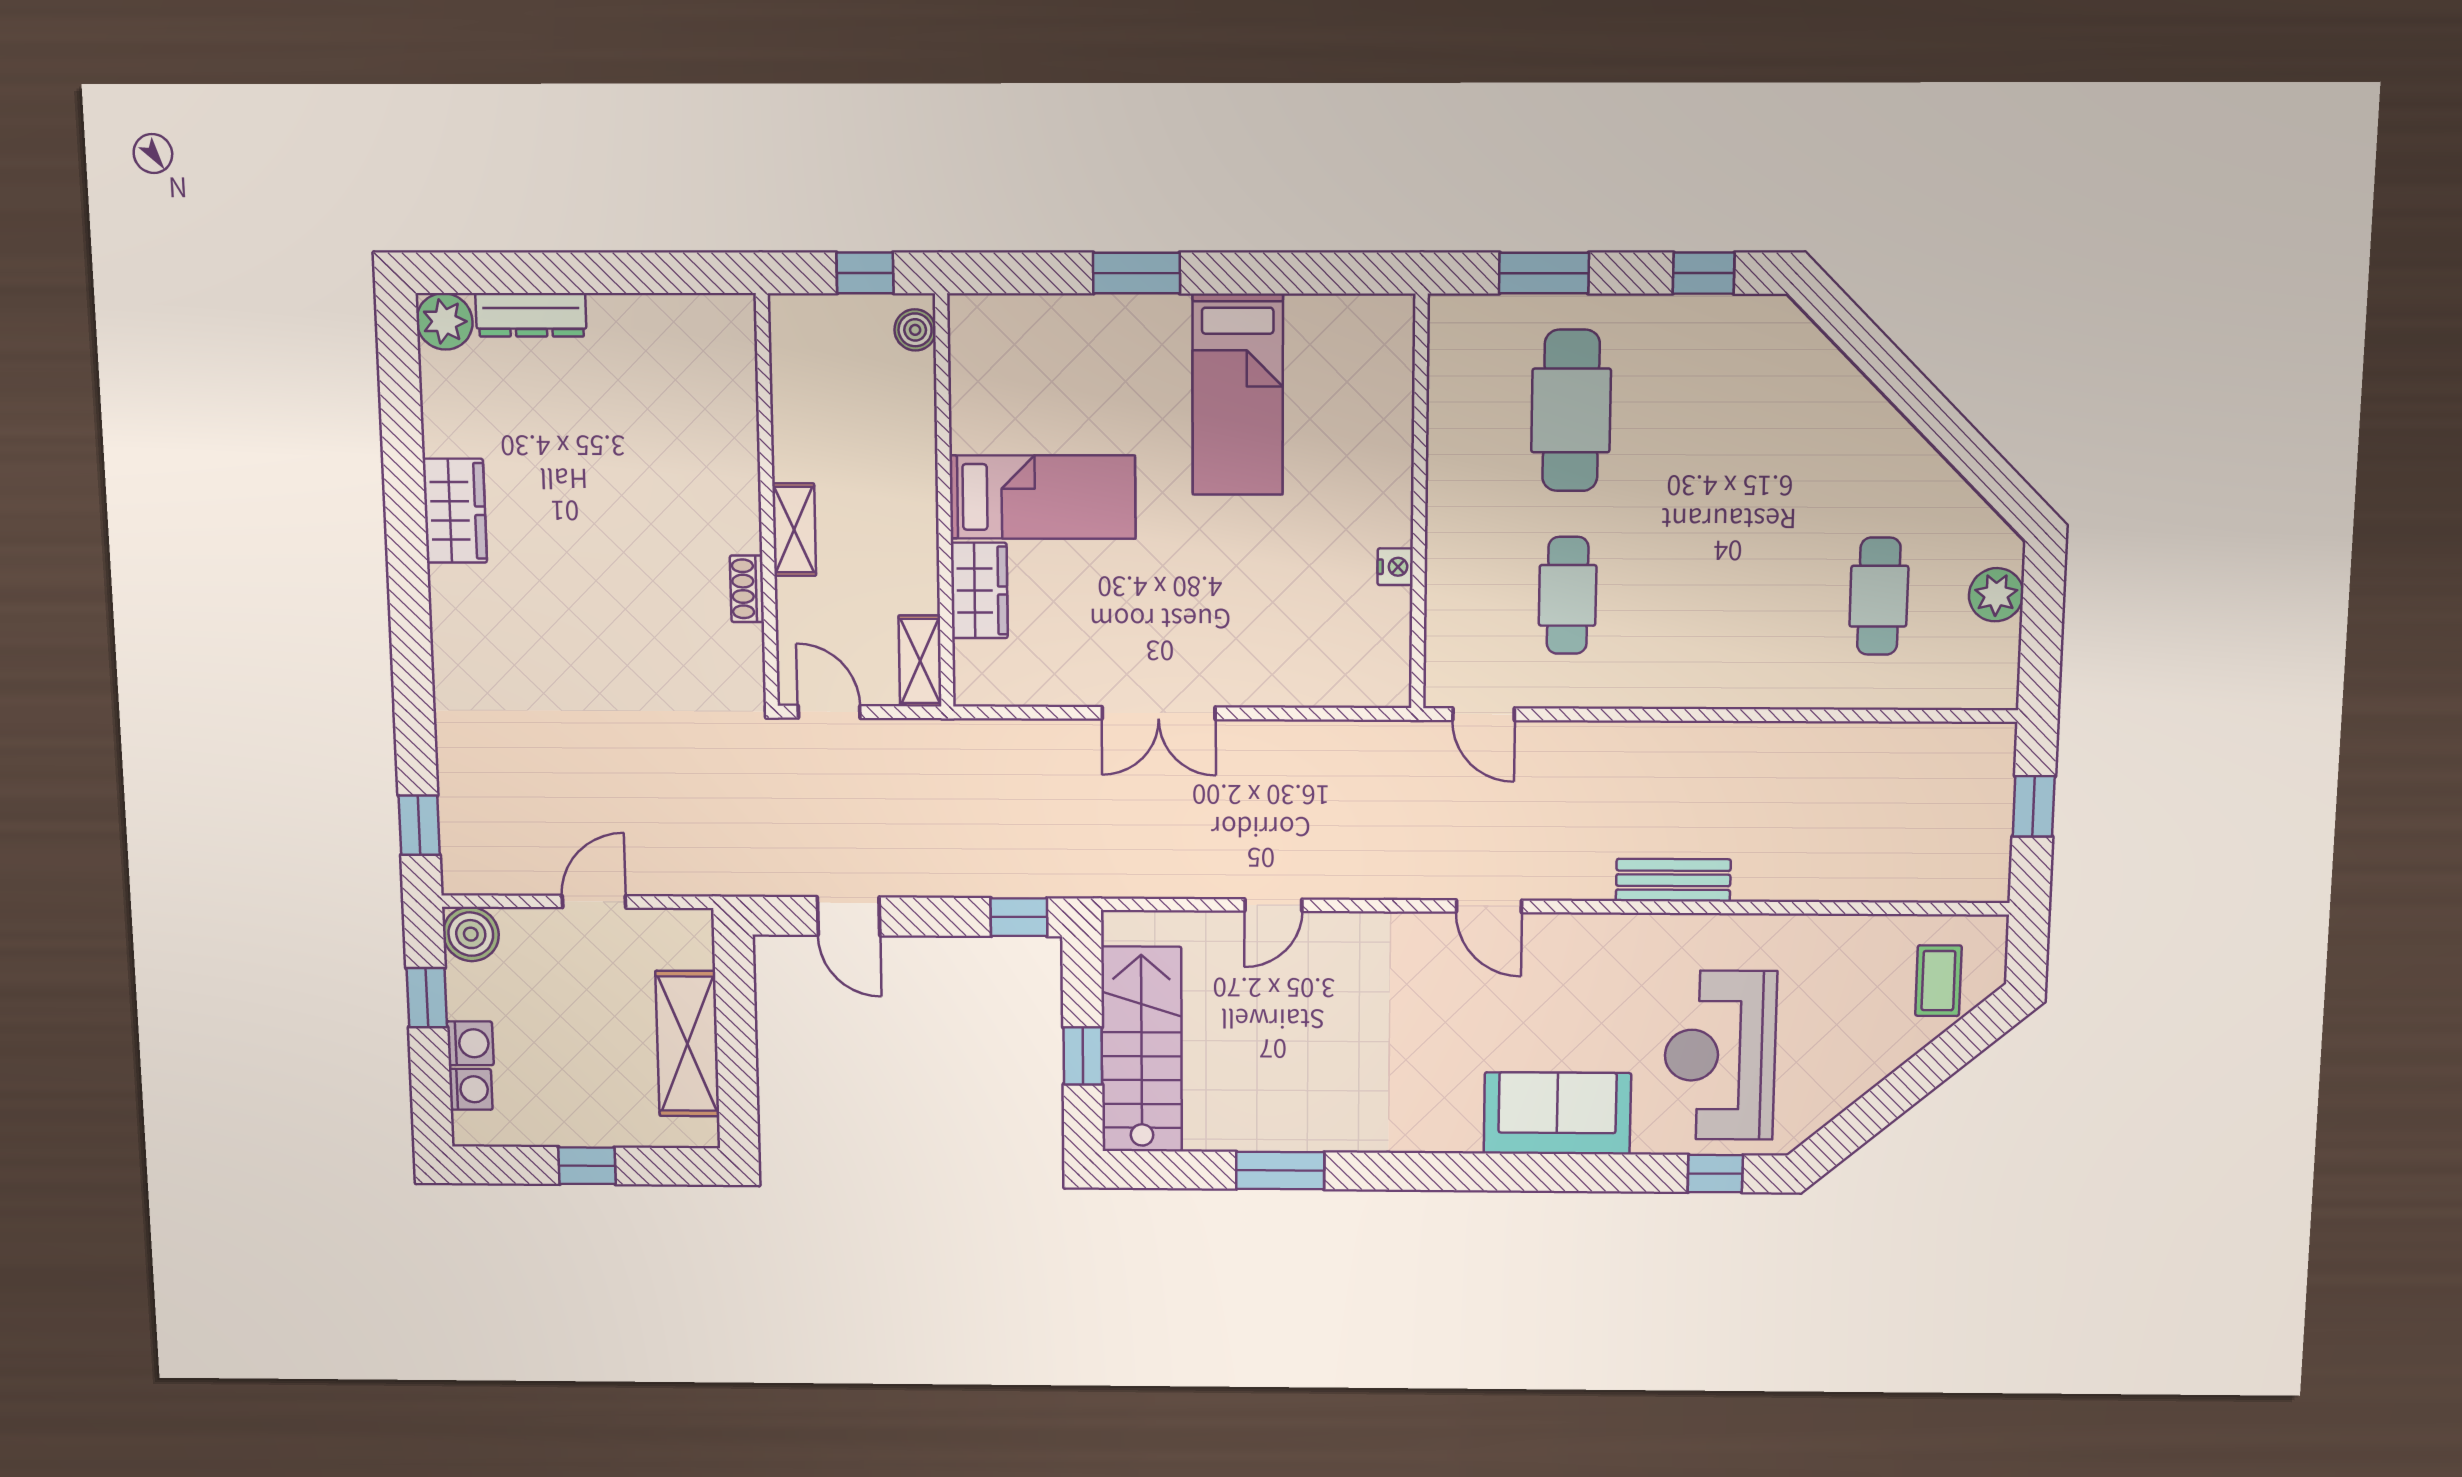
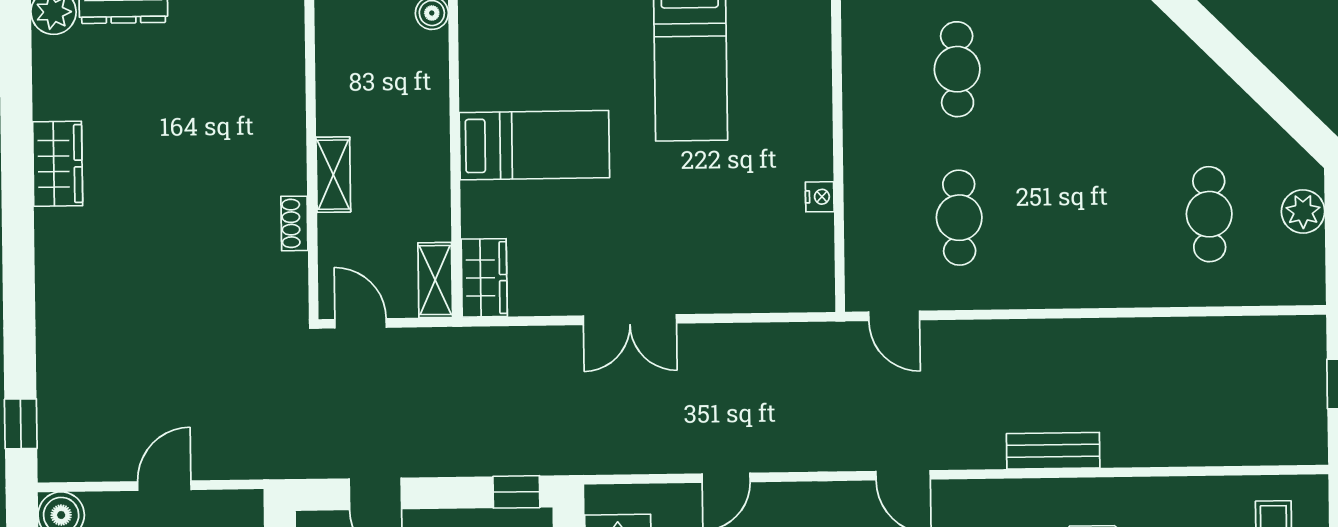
cafe table: (1571, 411) -> (957, 69), width x0.73, depth x0.74
wardrobe: (979, 590) -> (484, 278), moved

